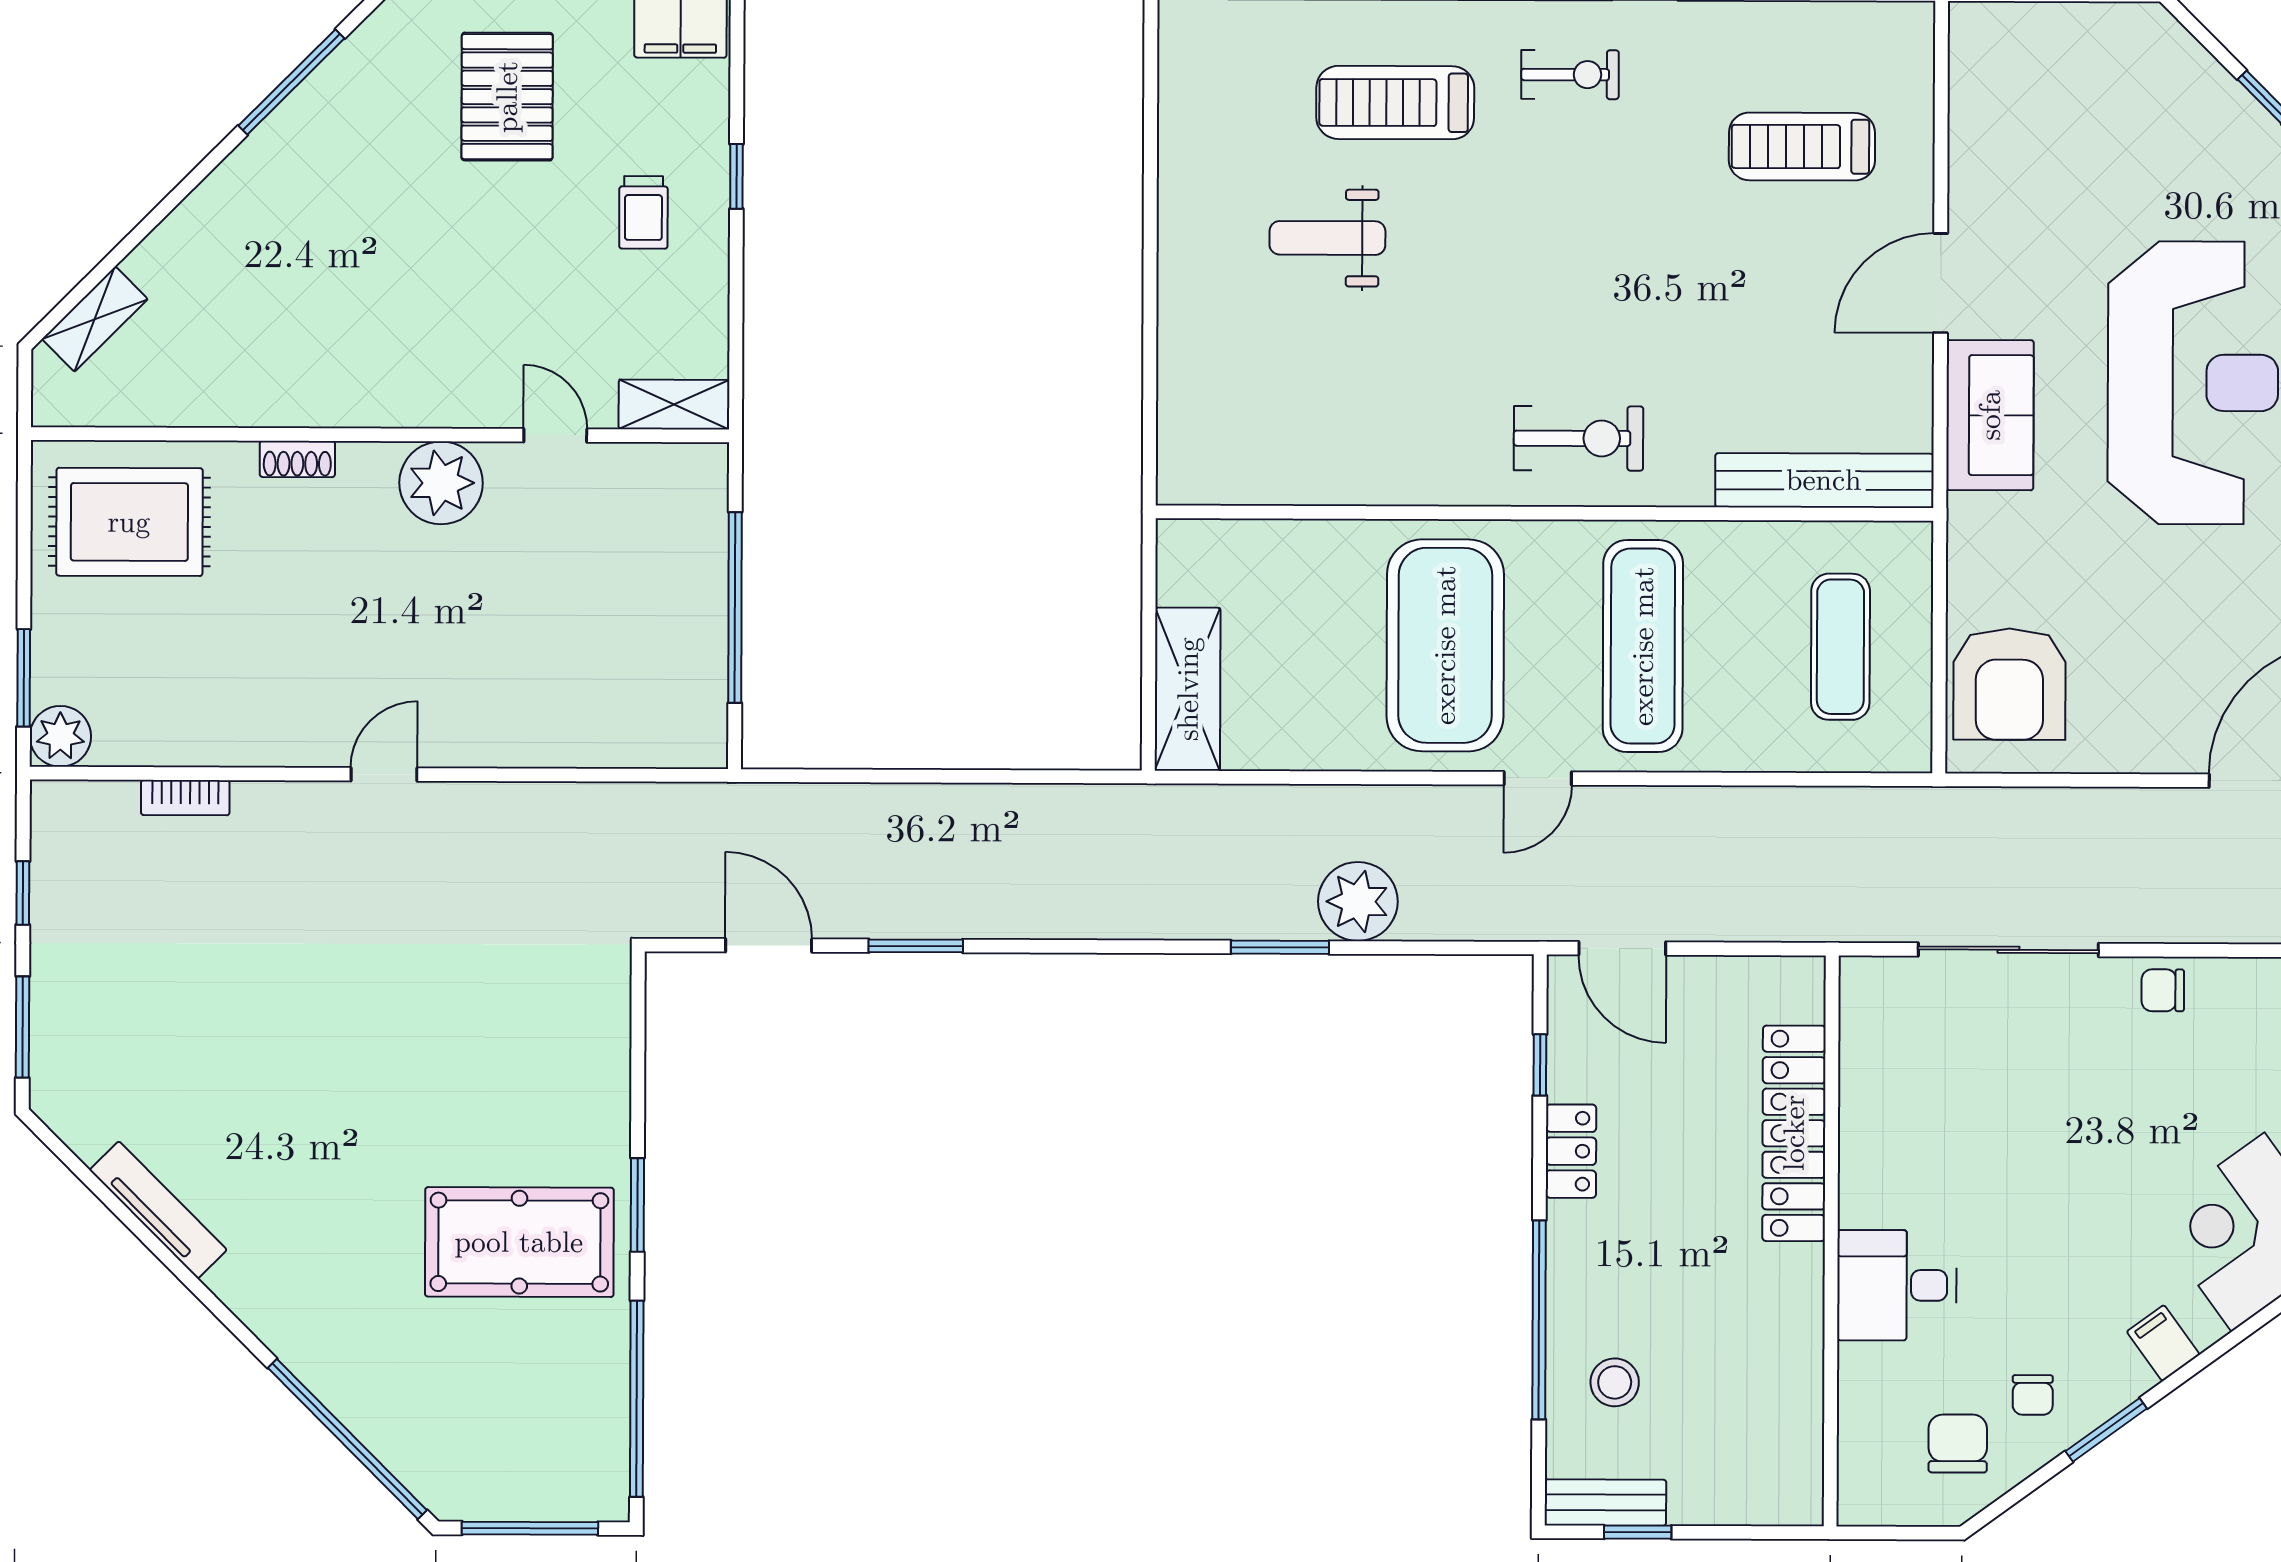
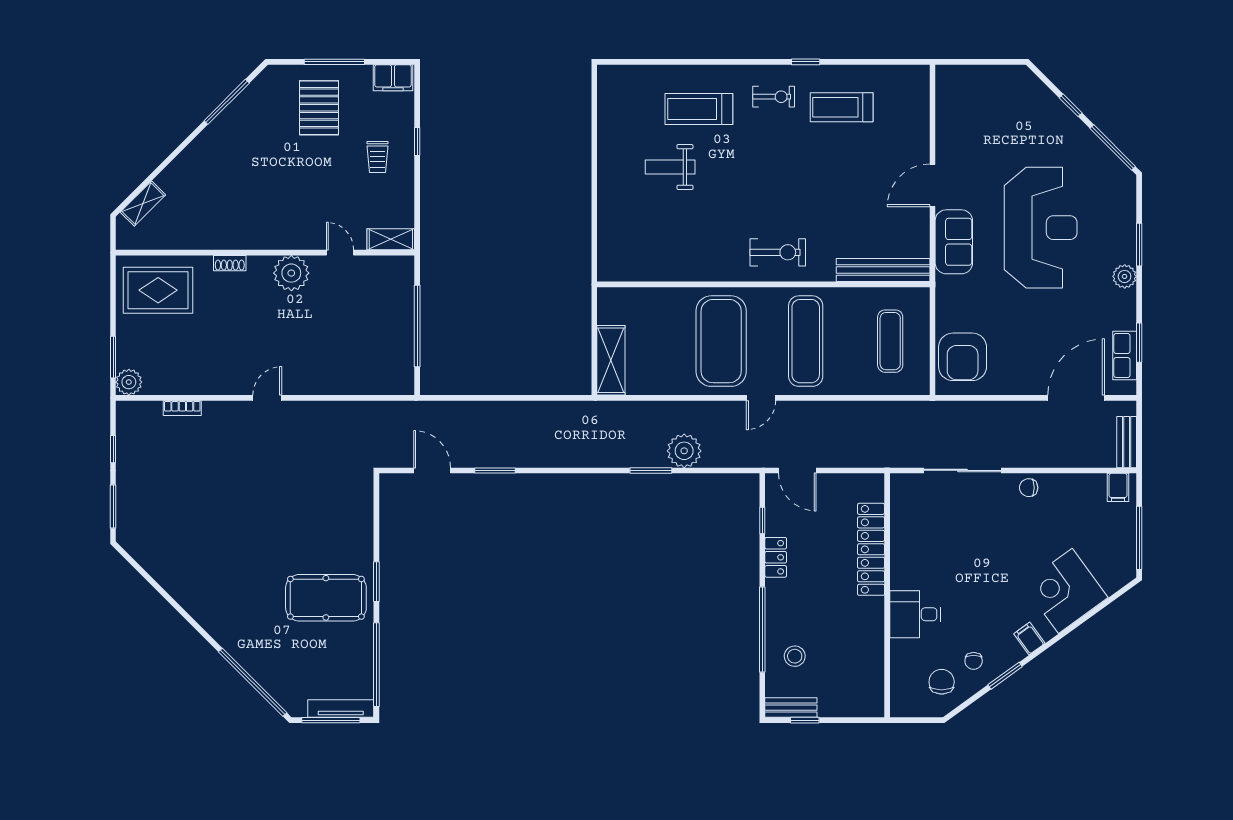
treadmill: (1802, 147) -> (842, 107), moved
tv unit: (158, 1210) -> (341, 709), moved, turned -45

